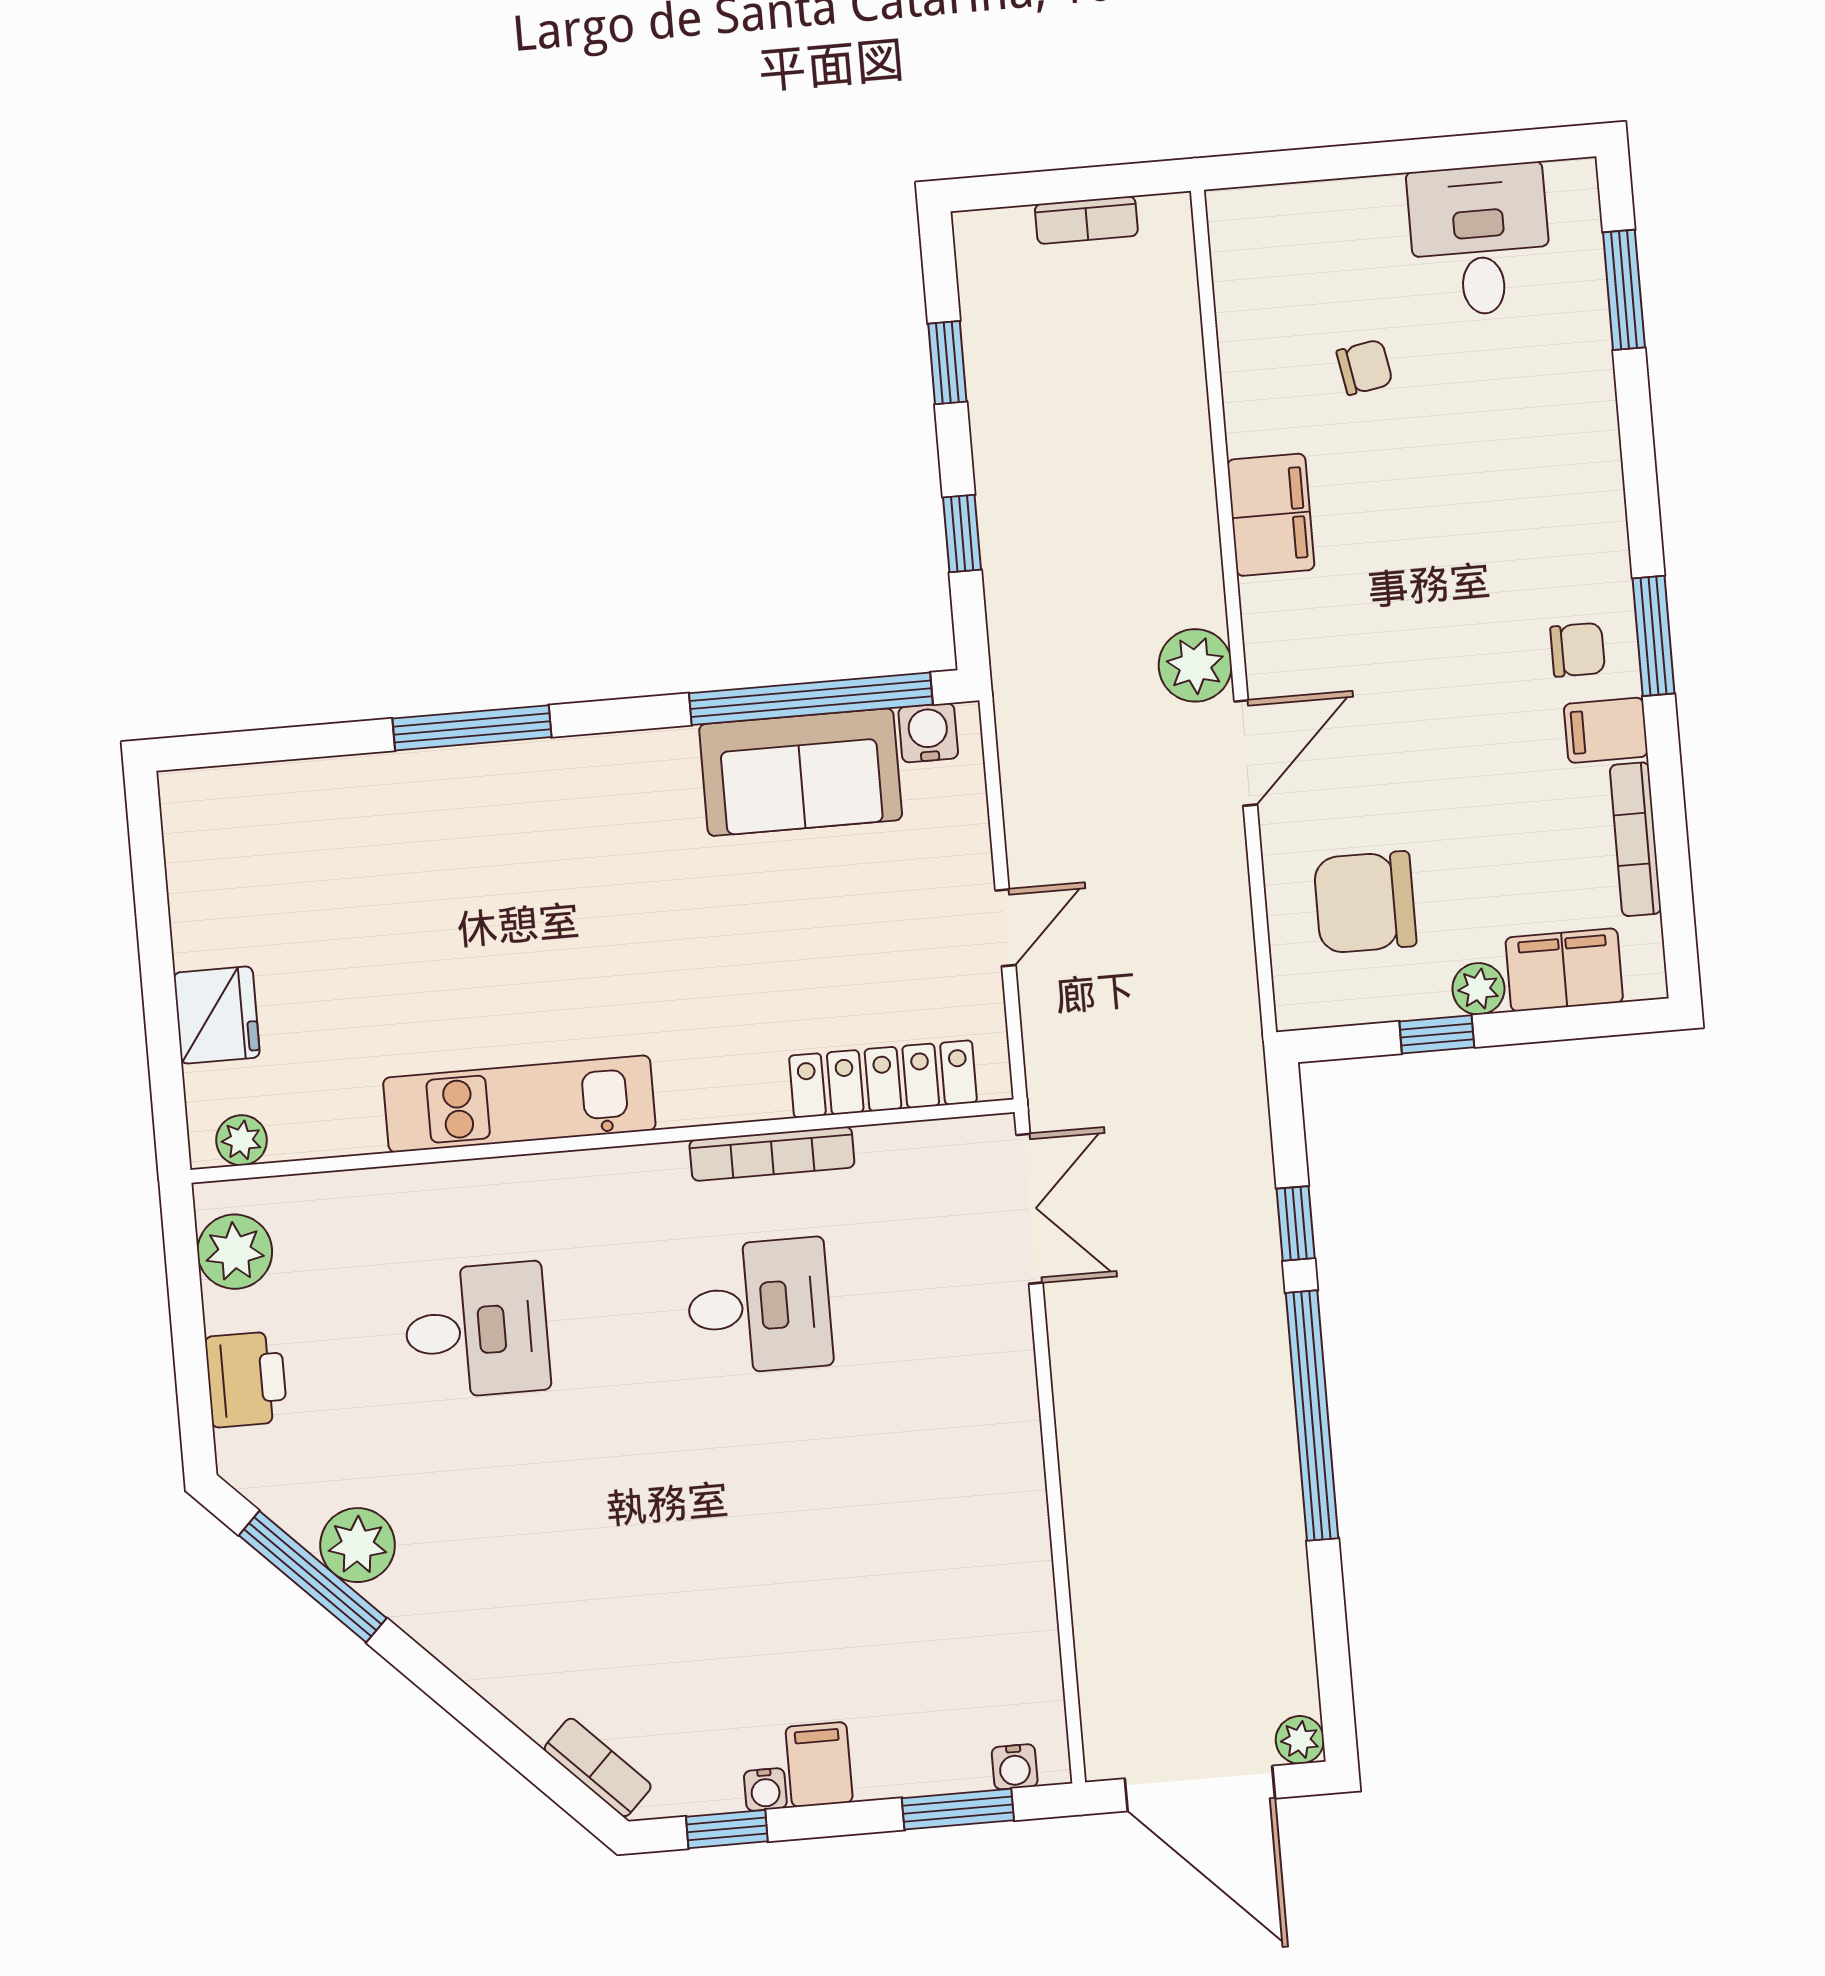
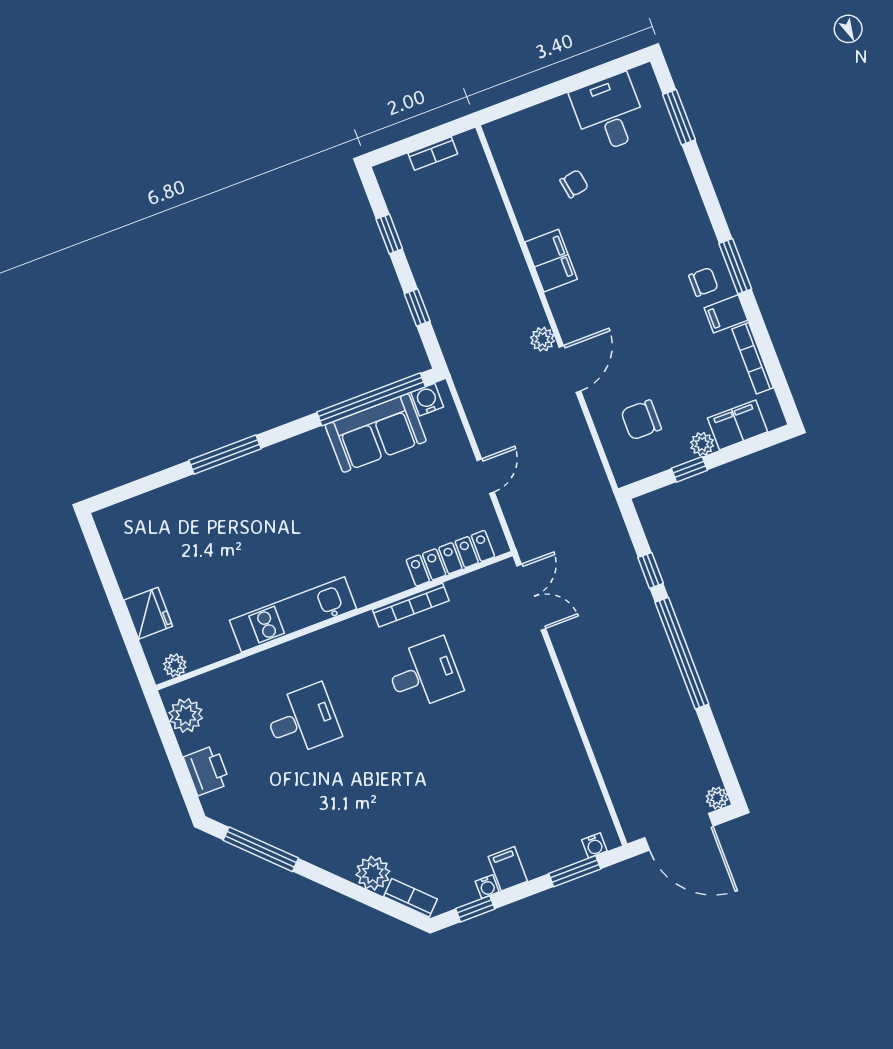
plant: (1195, 665) -> (542, 339), width x0.73, depth x0.73
chair: (1365, 902) -> (641, 420), width x0.73, depth x0.73
plant: (358, 1545) -> (373, 873), moved

